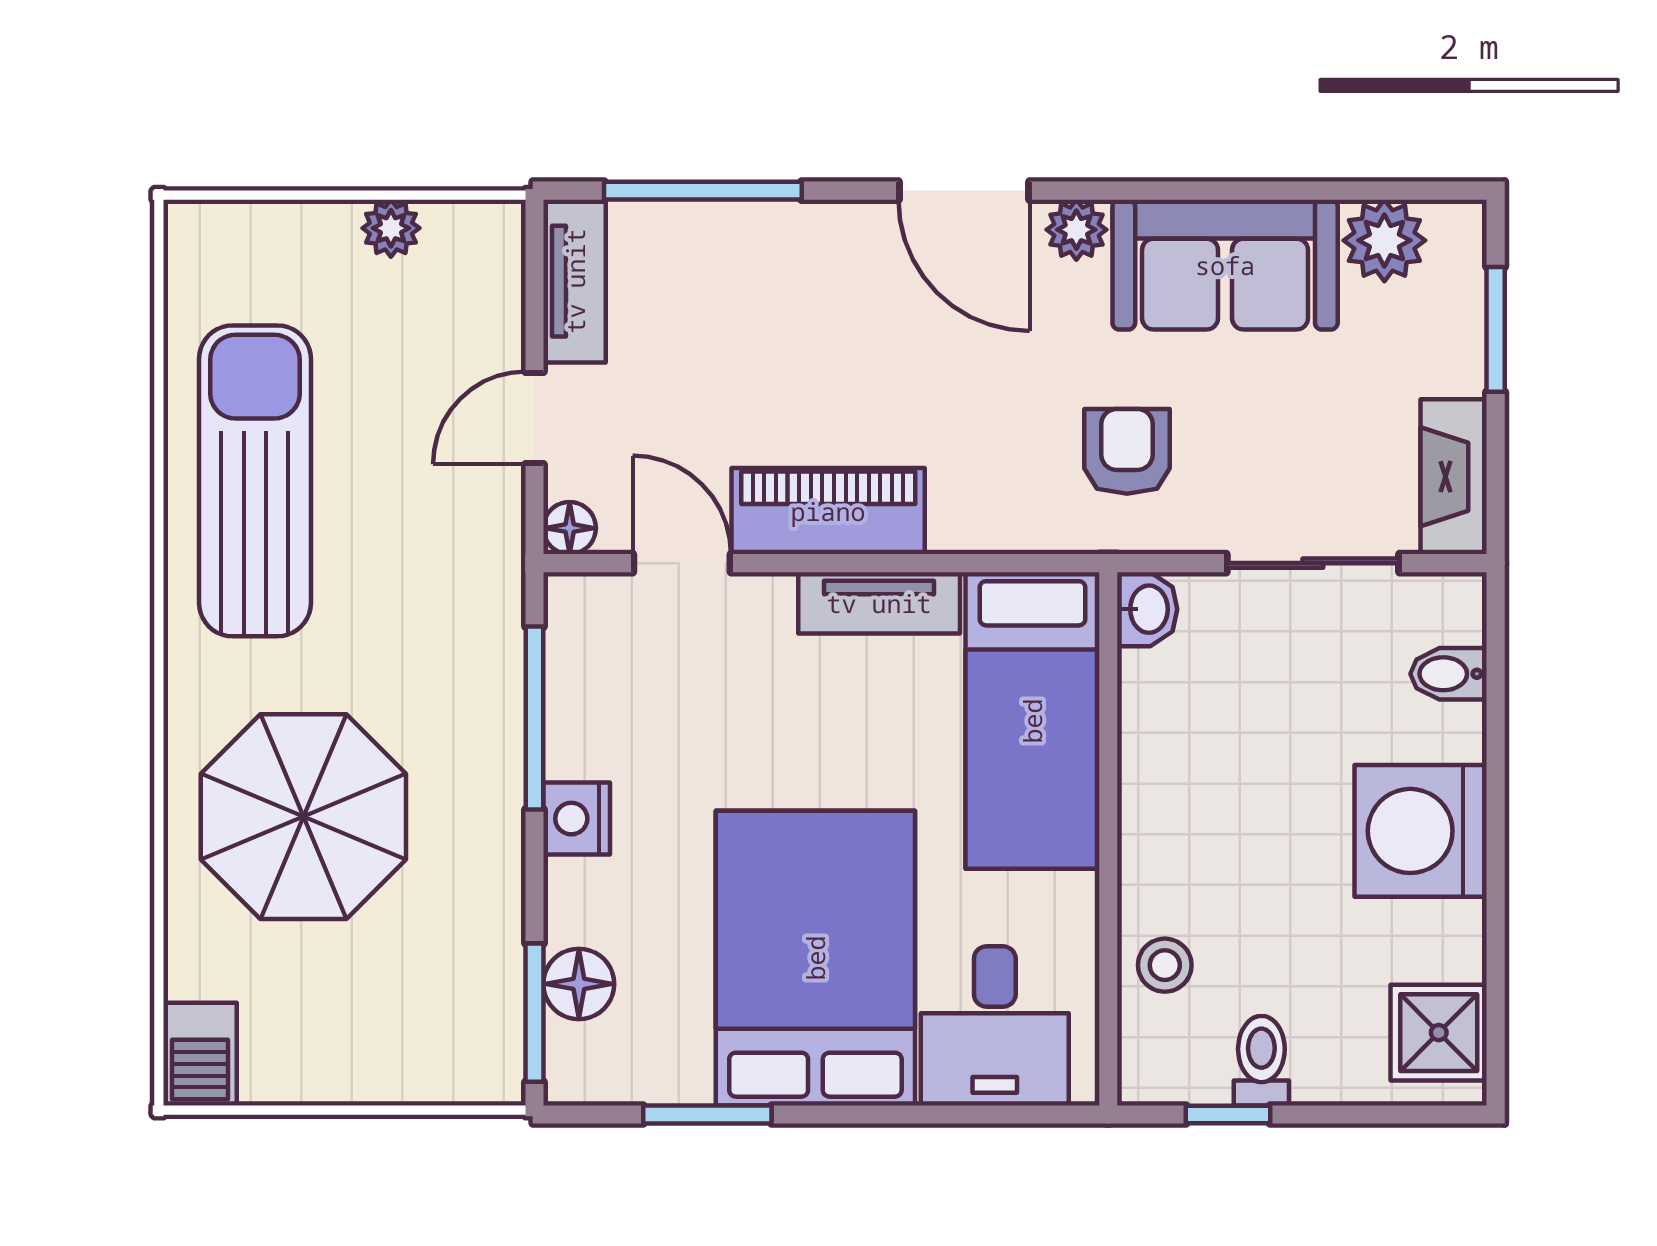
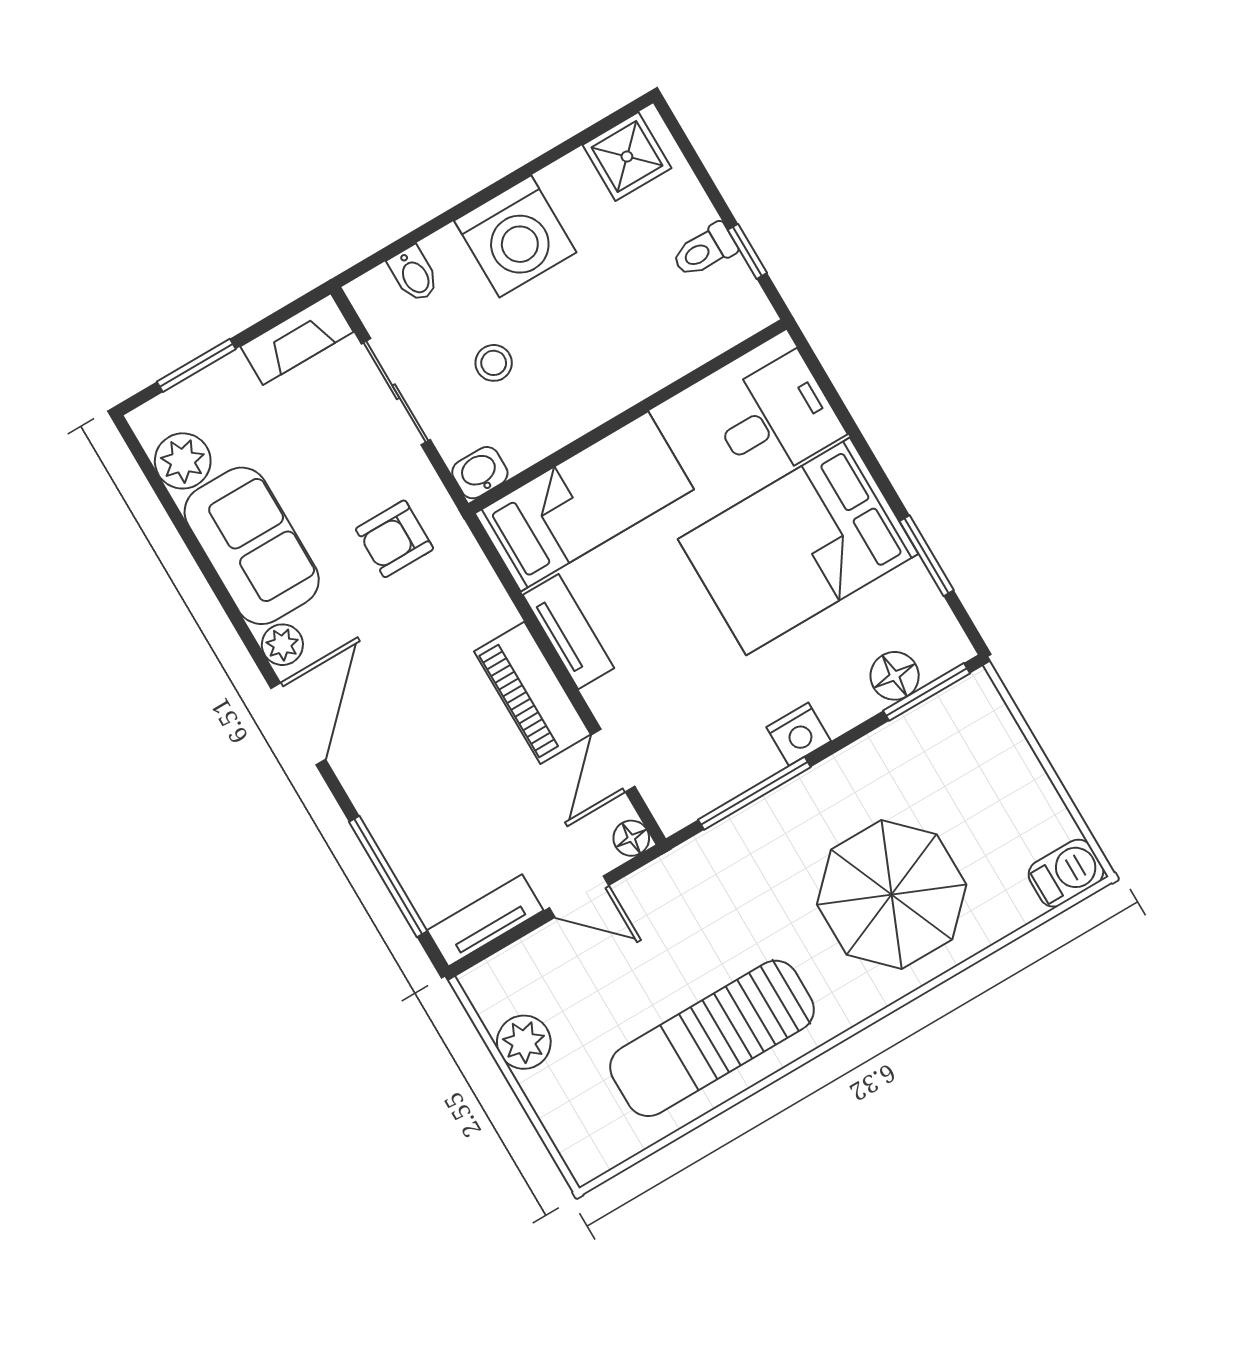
plant: (391, 228) -> (524, 1042), width x1.38, depth x1.38
stool: (1165, 965) -> (494, 363), moved

